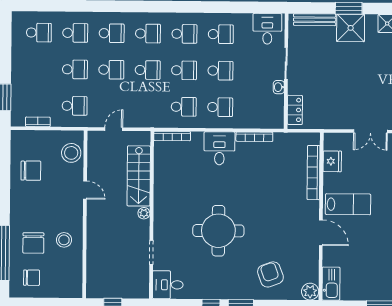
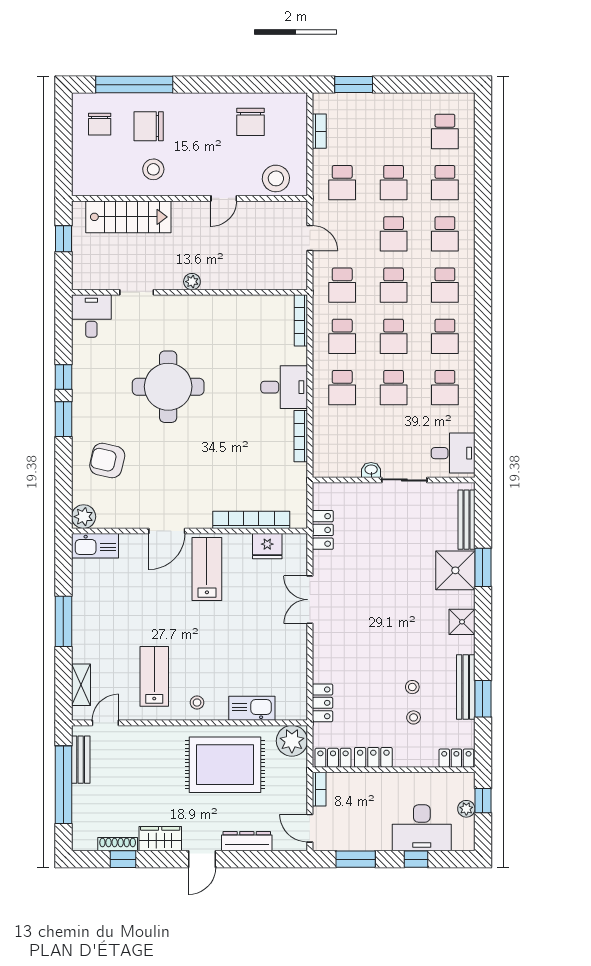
school desk: (147, 106) -> (342, 285), added
locker: (295, 110) -> (323, 530), moved, turned -90
stairs: (139, 176) -> (128, 217), moved, turned 180
lab bench: (348, 204) -> (207, 569), turned 180
armchair: (270, 274) -> (107, 461), turned -147

